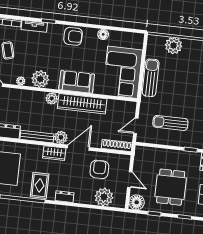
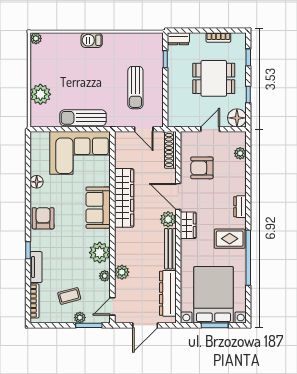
plant: (52, 98) -> (122, 272), moved
plant: (104, 197) -> (240, 153), width x0.53, depth x0.53

